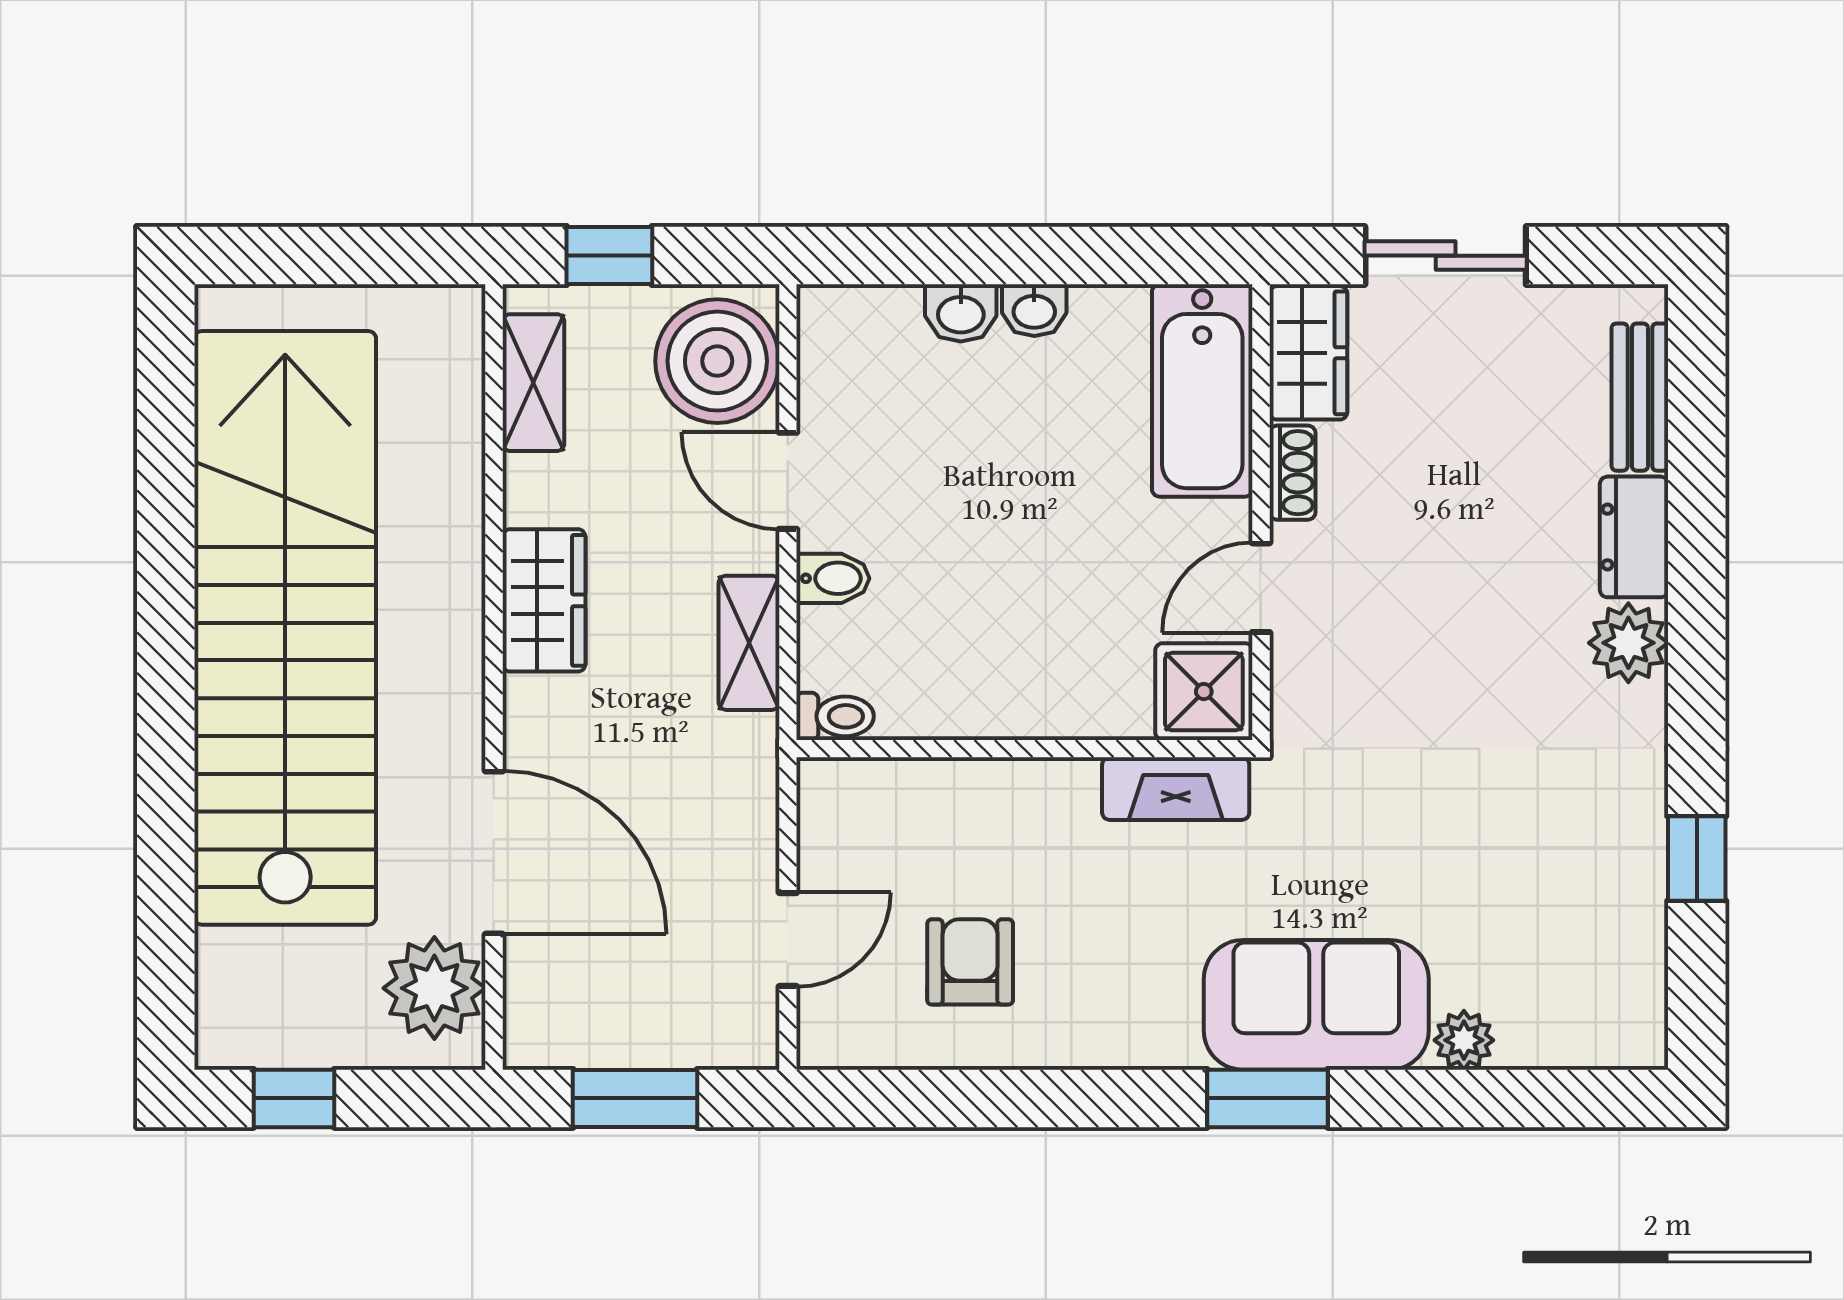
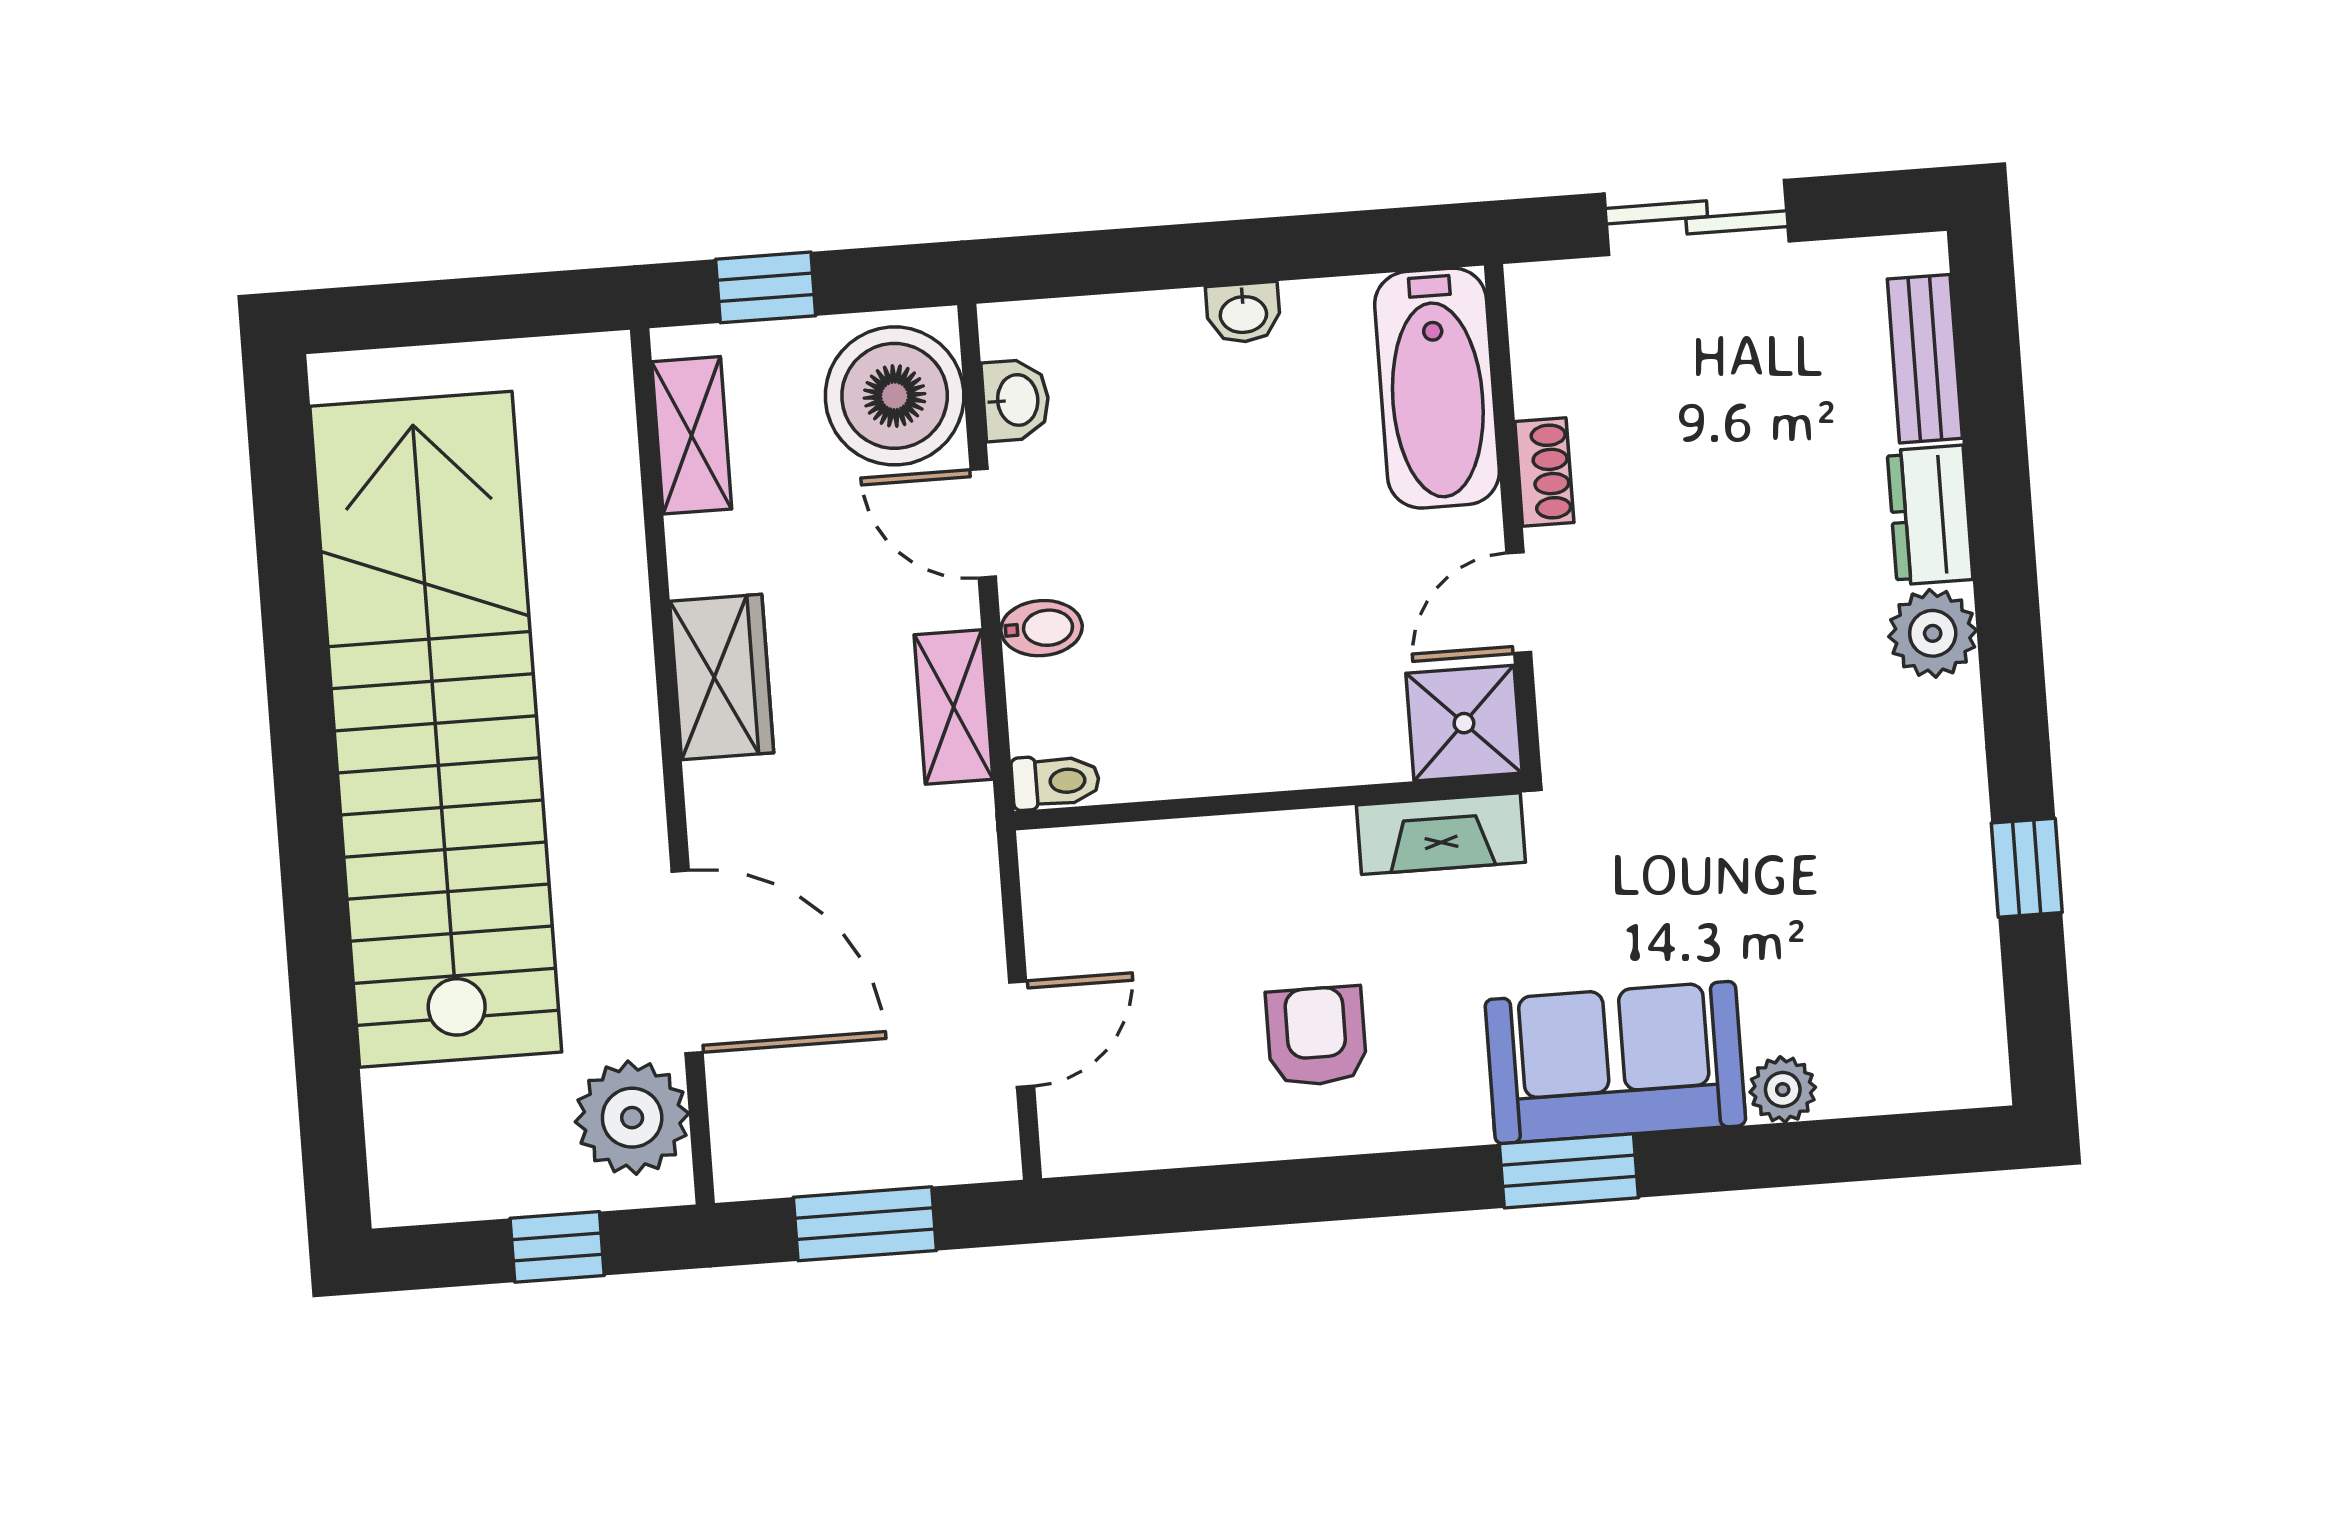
washbasin: (961, 313) -> (1016, 400), moved, turned -90
wardrobe: (1308, 353) -> (1552, 337), removed
armchair: (970, 962) -> (1316, 1036), moved
window: (294, 1098) -> (557, 1247), moved

